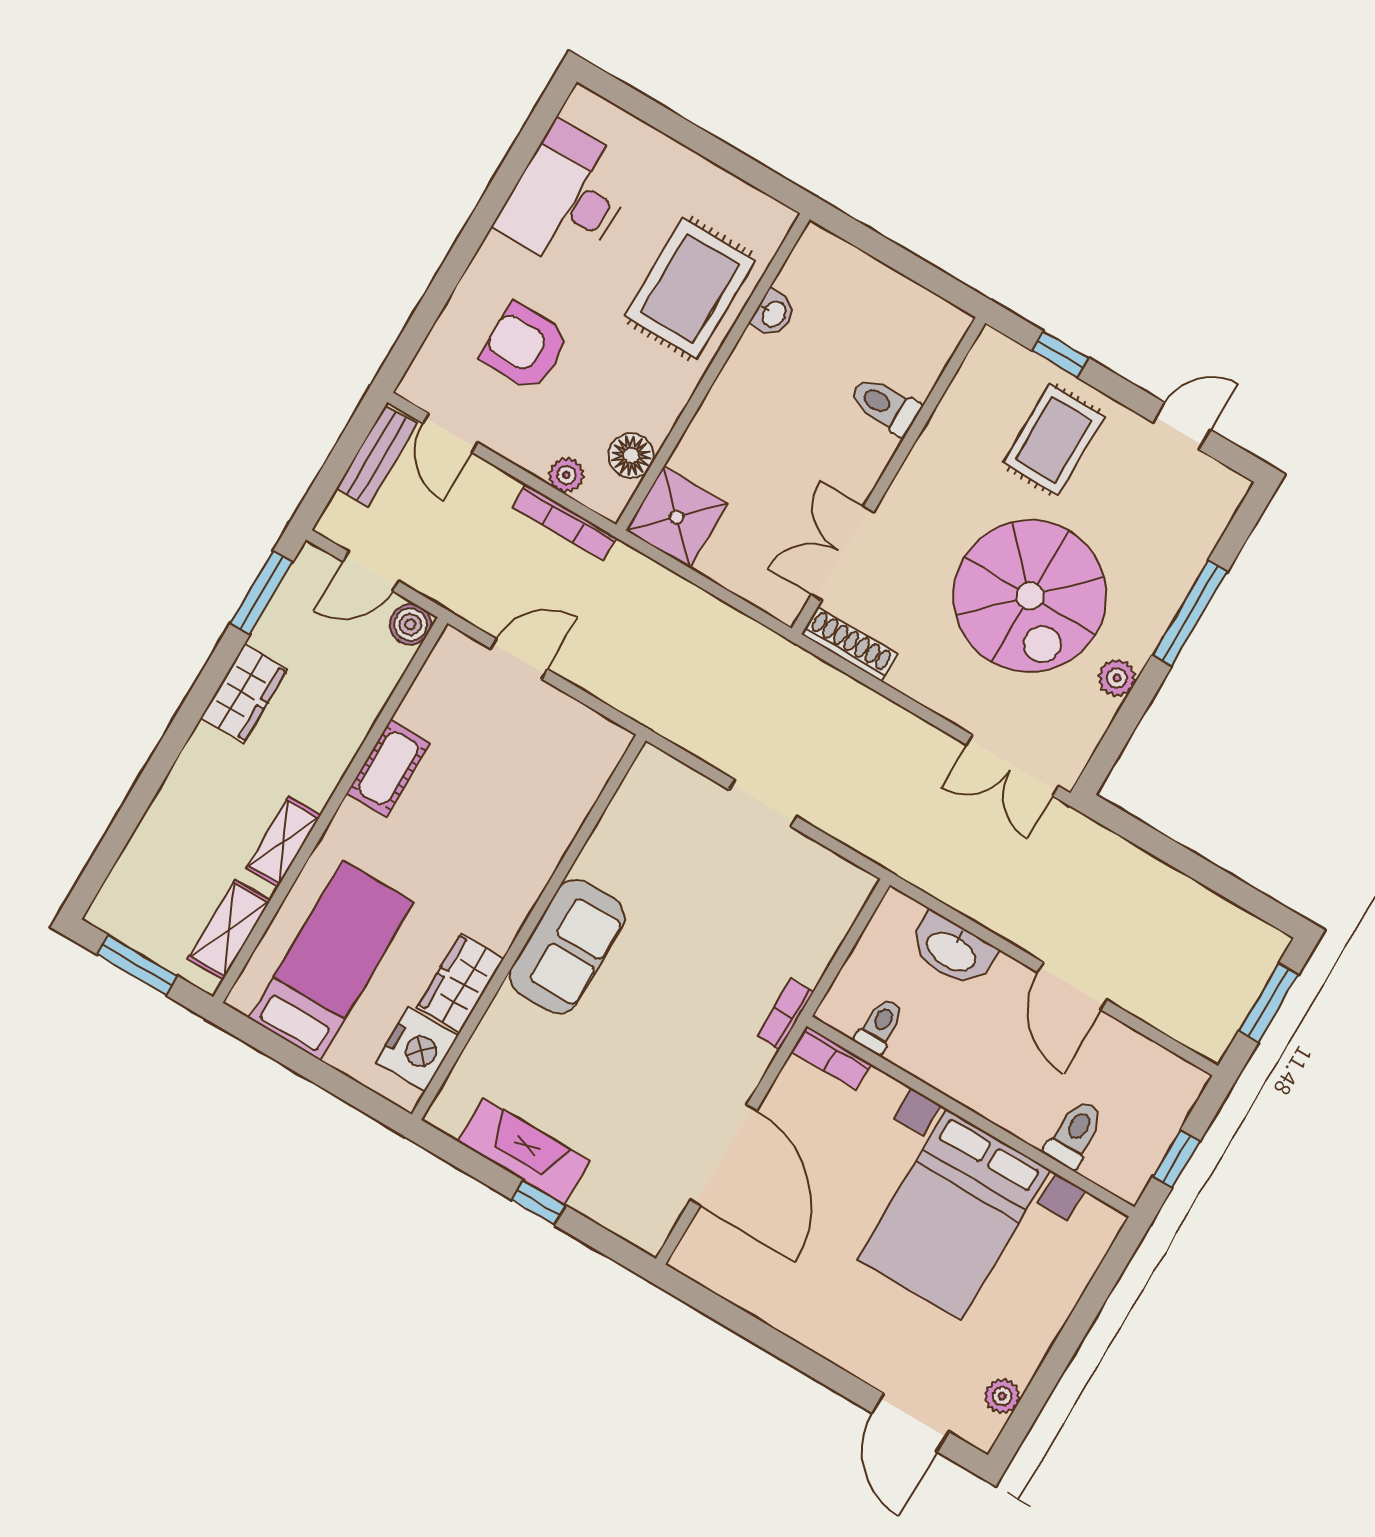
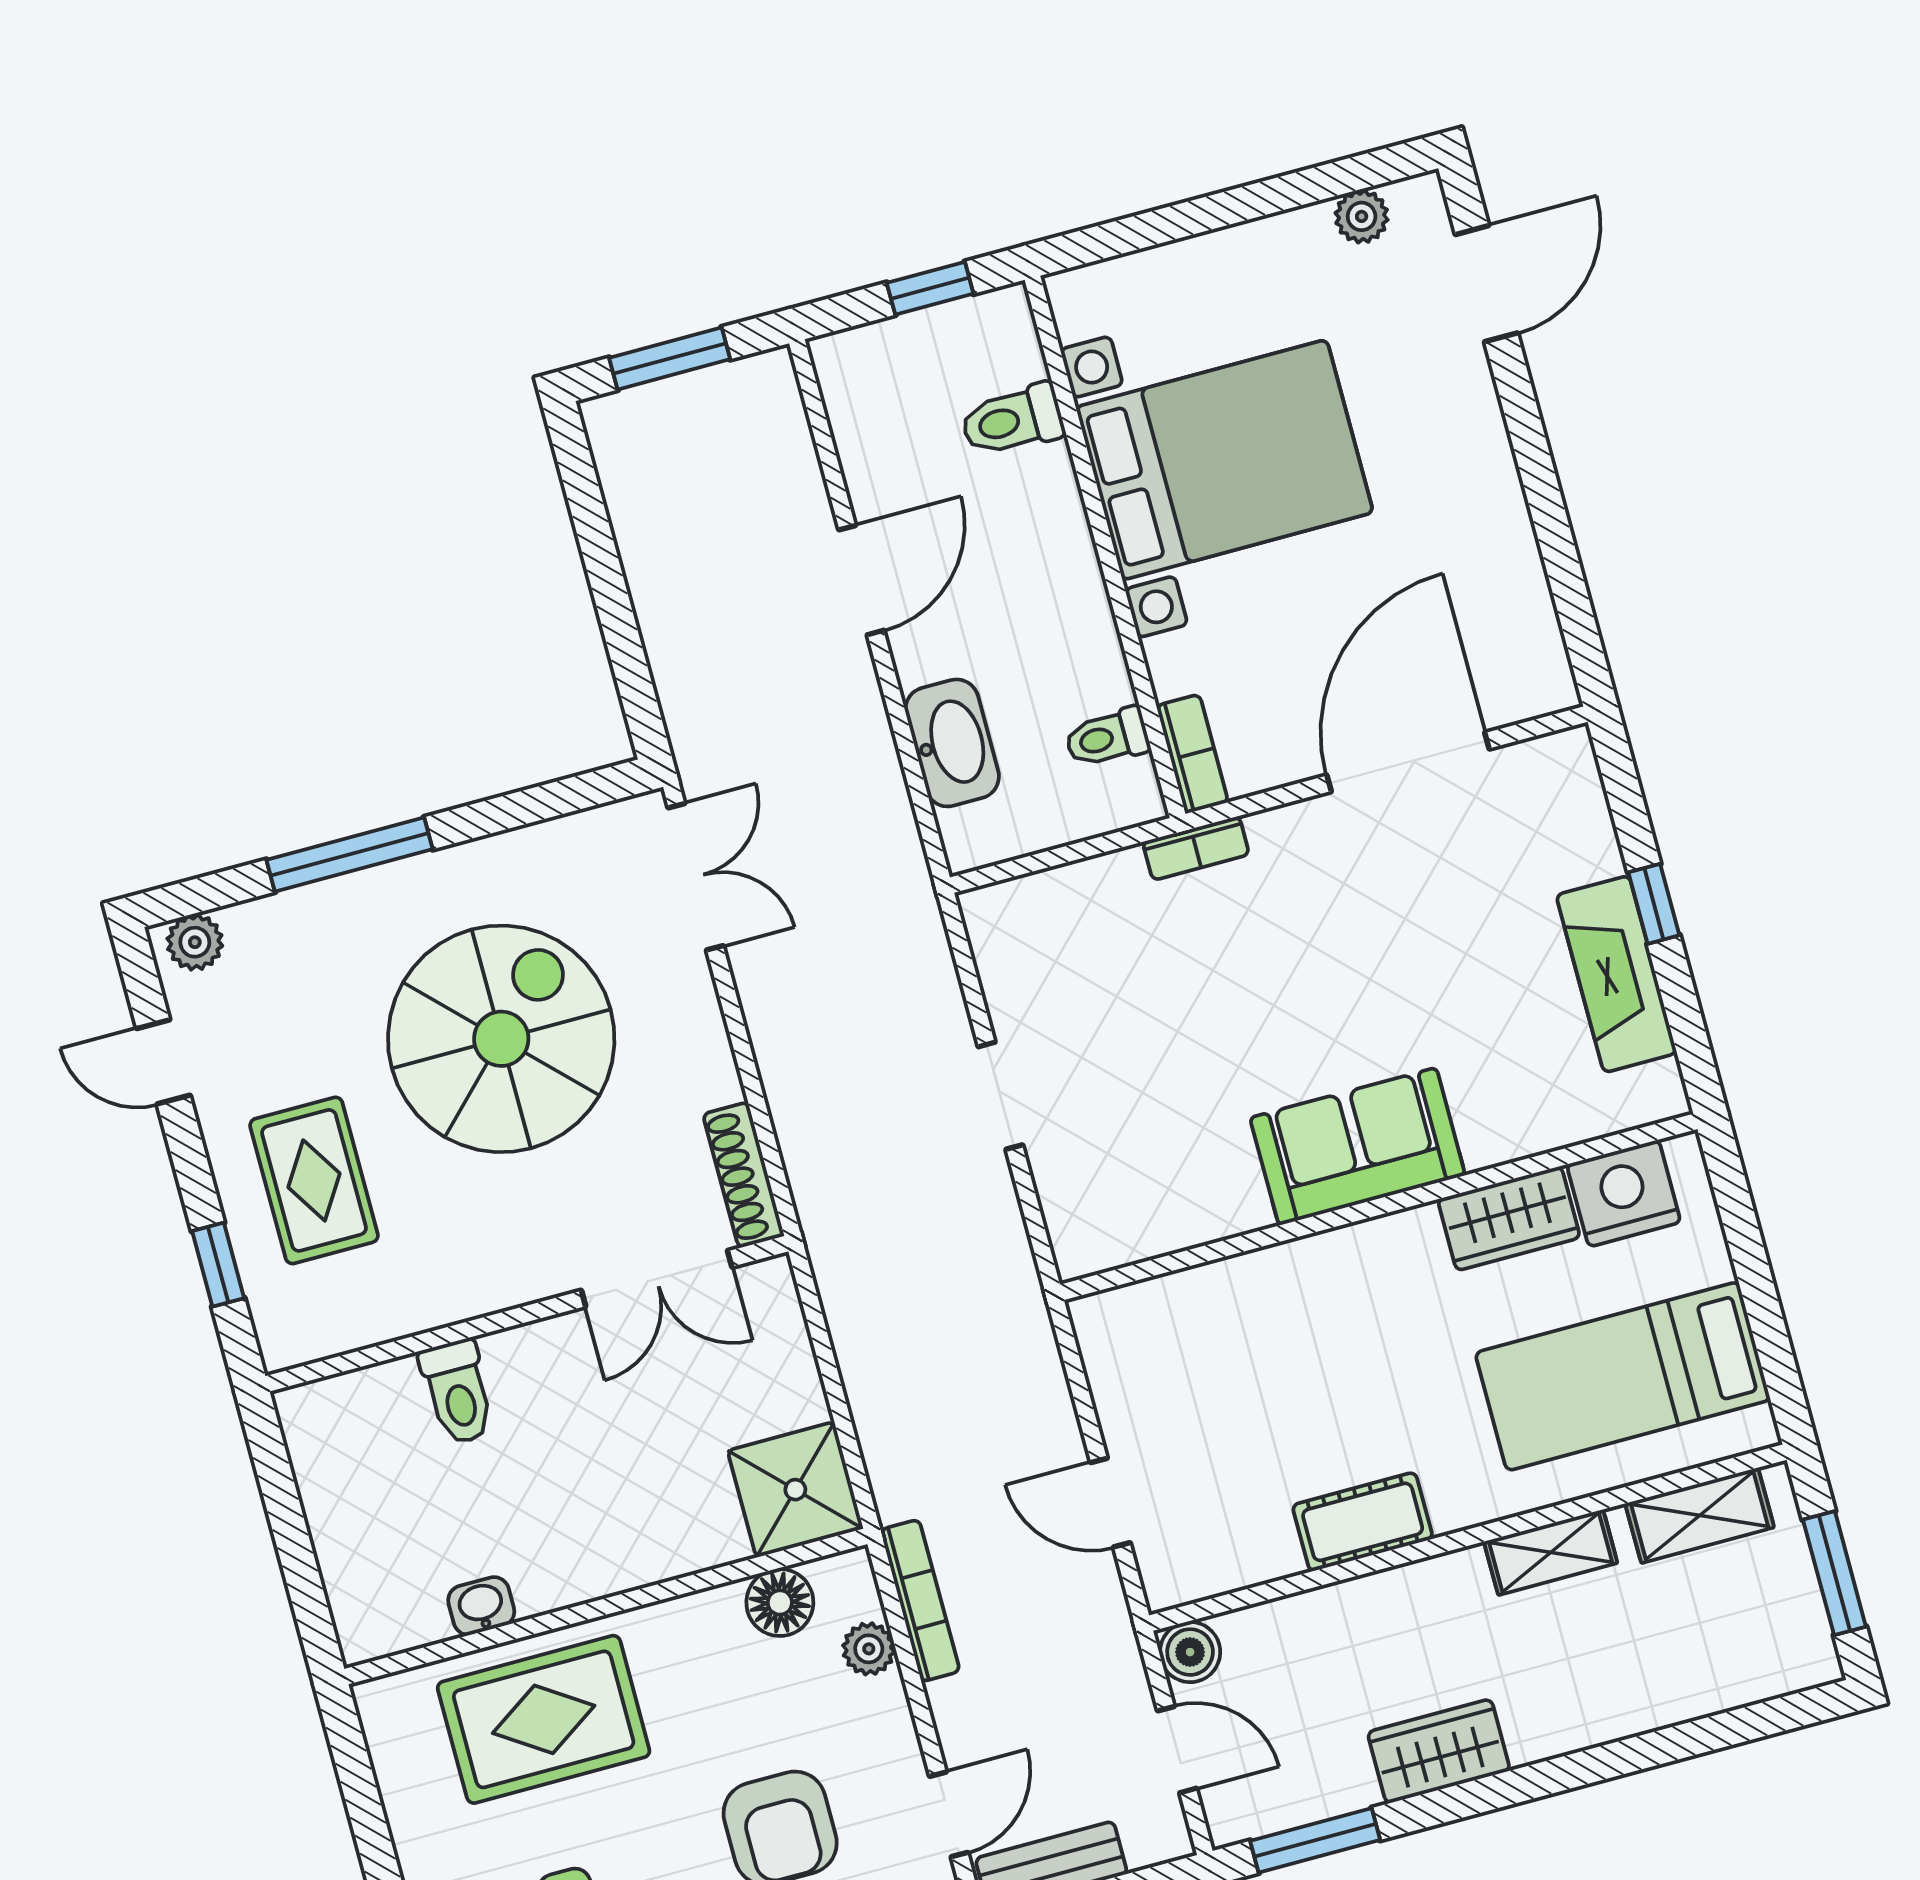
rug: (1054, 440) -> (314, 1180), turned 90
plant: (1117, 678) -> (195, 942), moved

